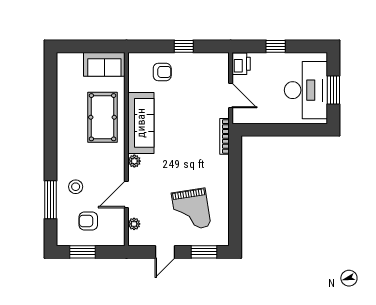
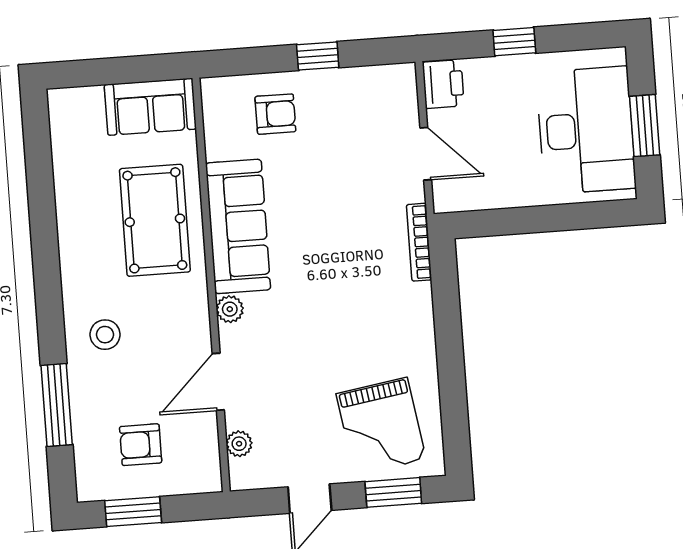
stool: (76, 187) -> (105, 335), moved
grand piano: (191, 210) -> (381, 426), moved

